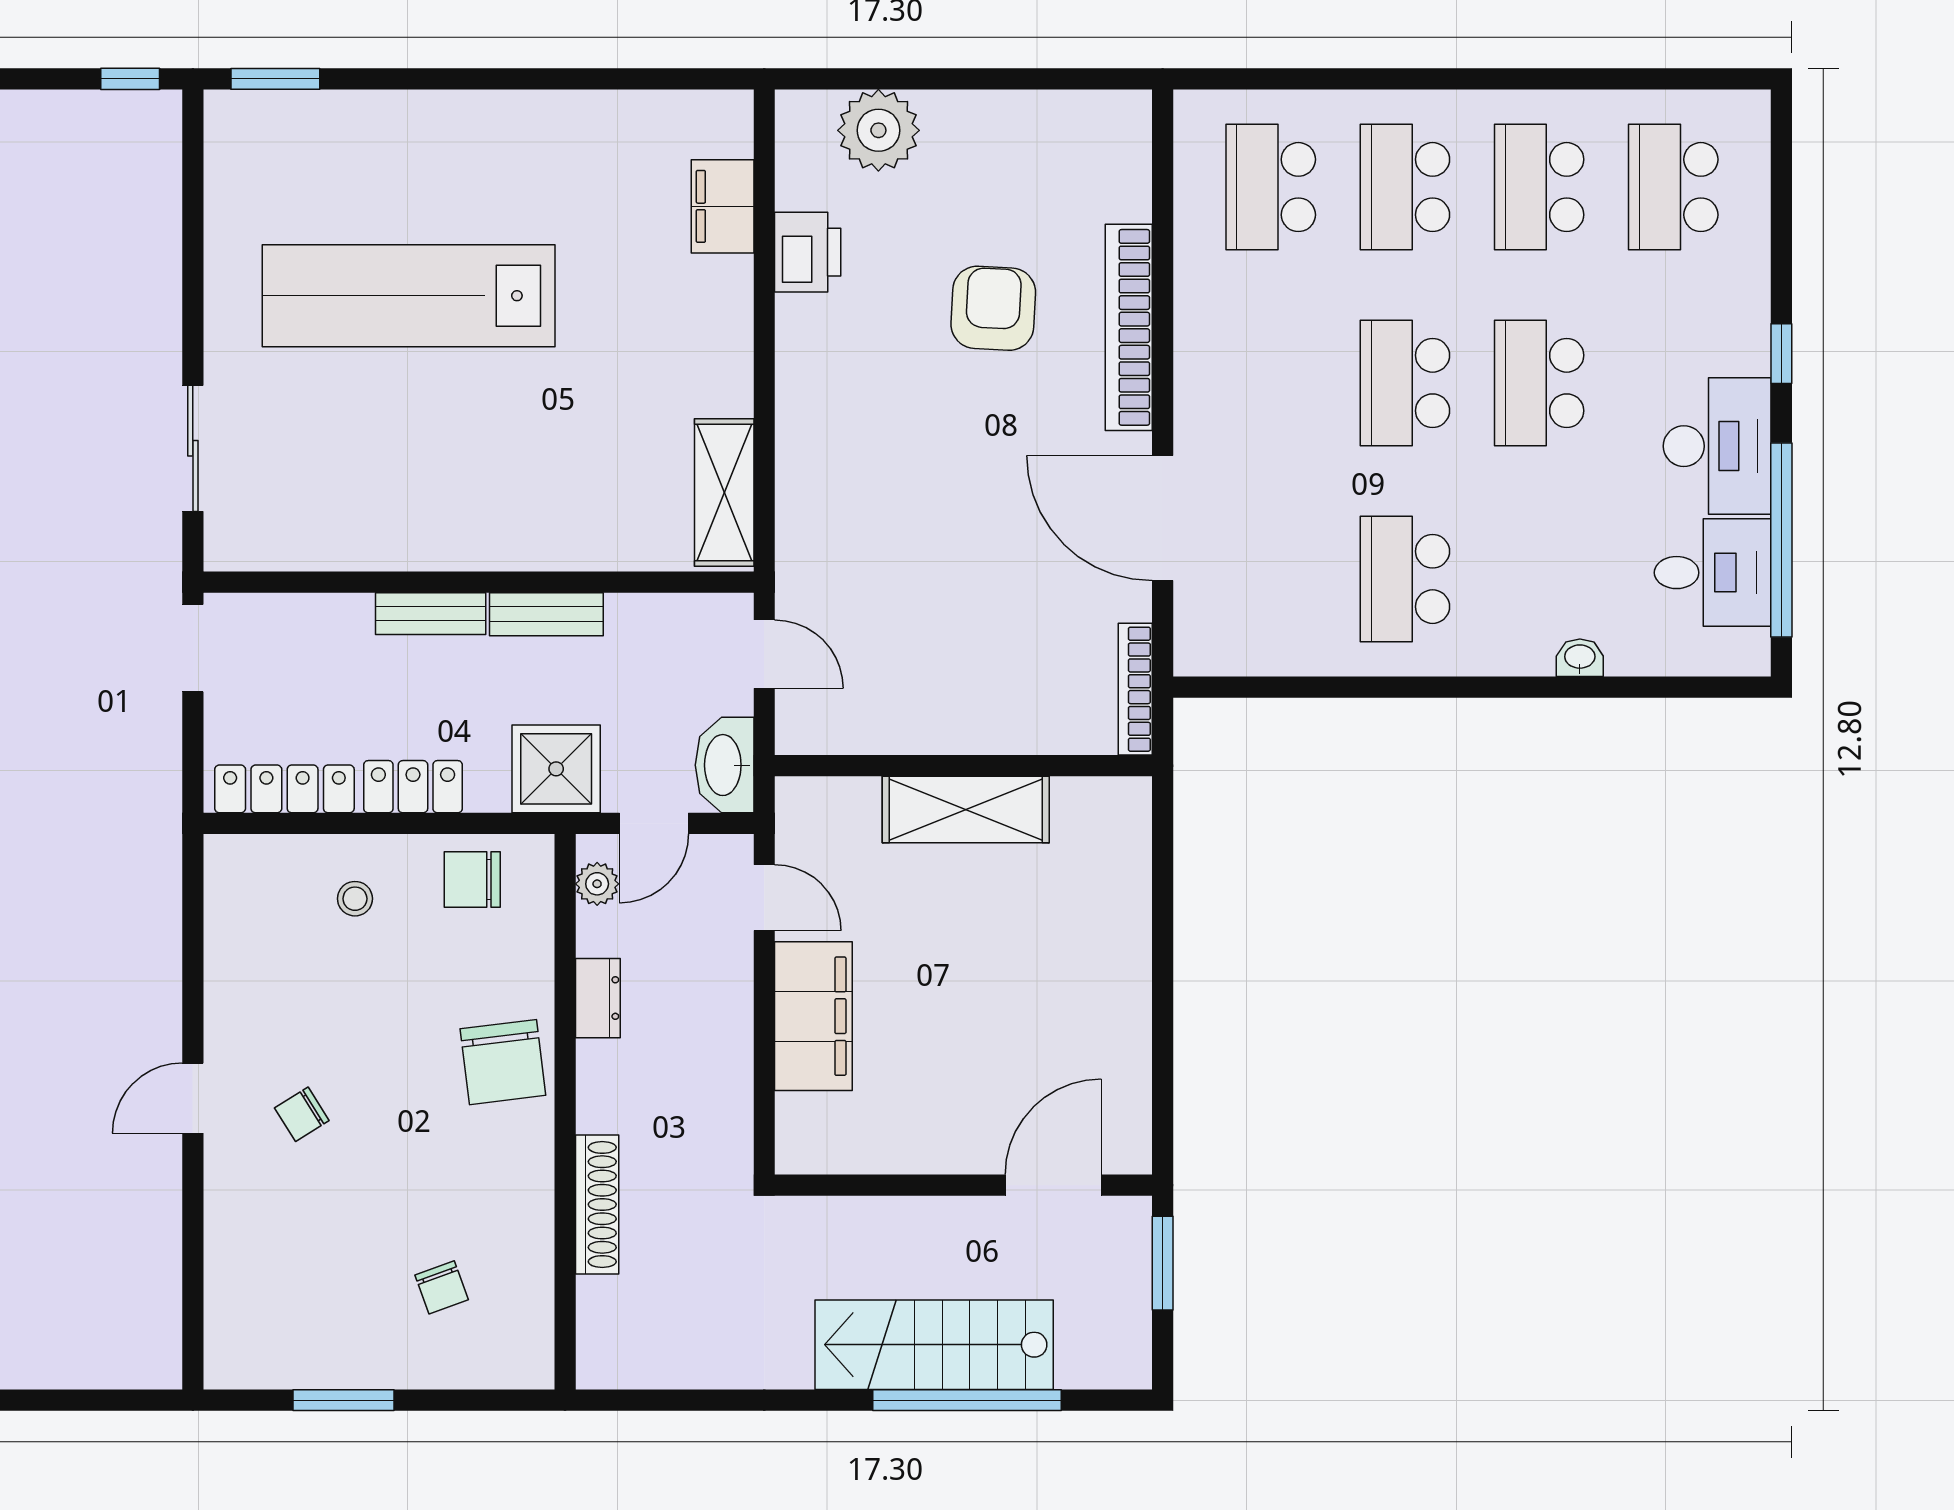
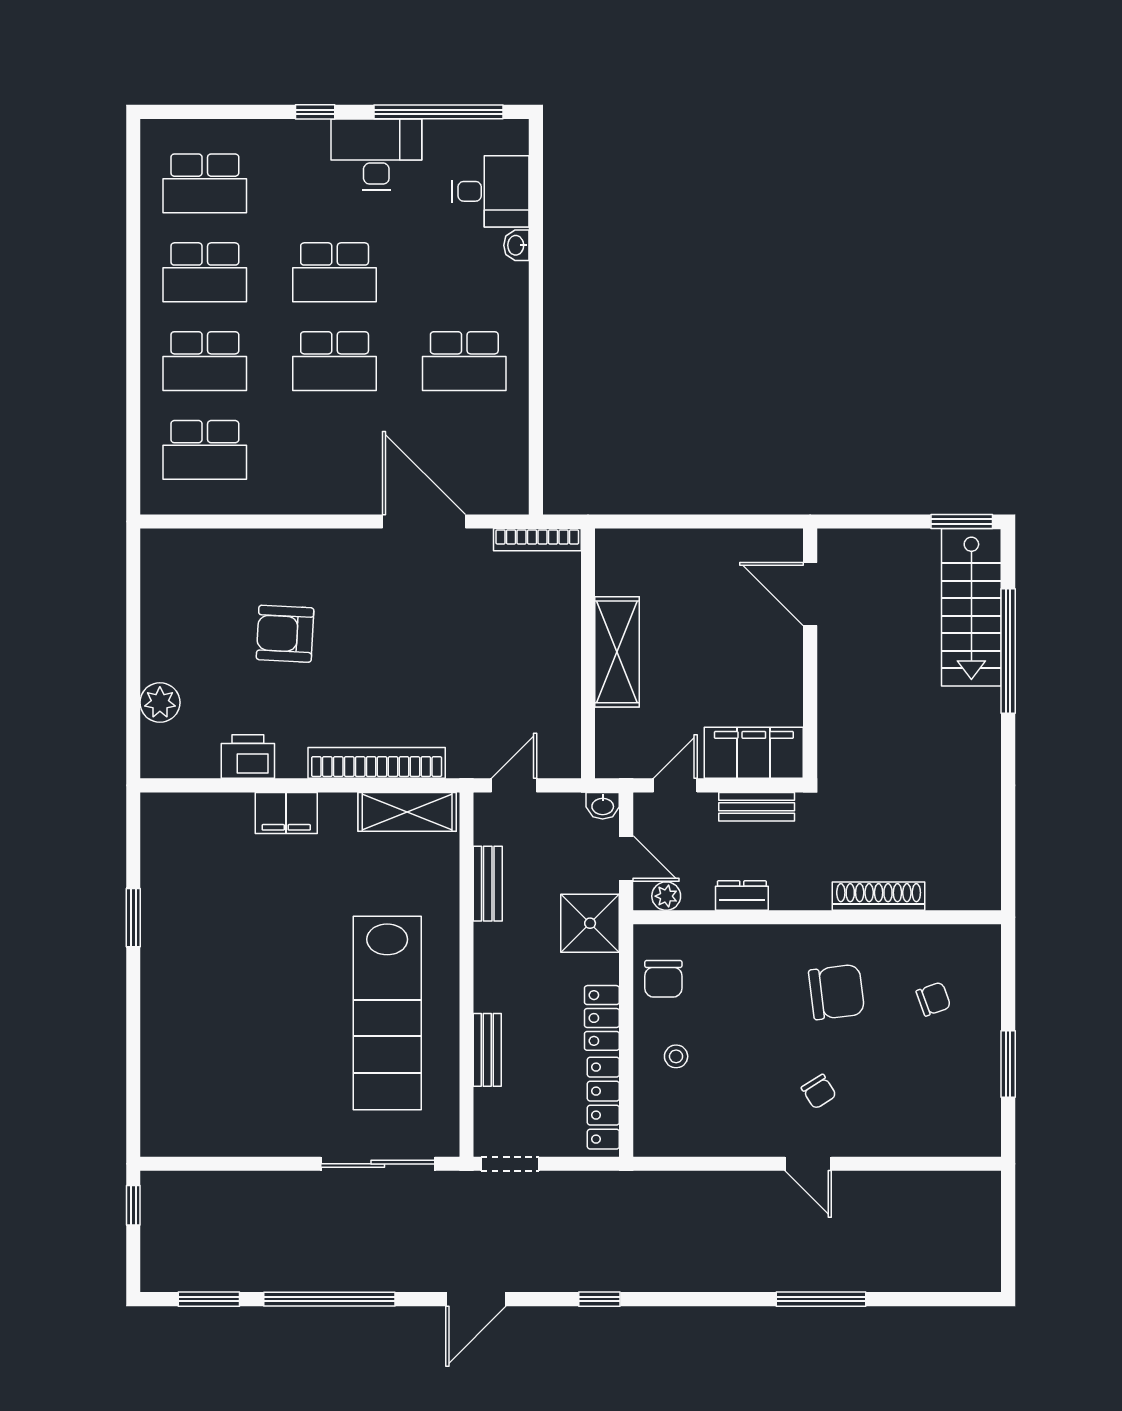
window: (275, 79) -> (133, 918), moved
plant: (878, 130) -> (160, 702), width x0.73, depth x0.73
filing cabinet: (723, 206) -> (286, 813), moved
lab bench: (409, 296) -> (387, 1013), moved
bookcase: (1129, 327) -> (377, 763), moved, turned 180
sliding door: (193, 448) -> (378, 1164), width x1.37
door: (1163, 518) -> (424, 522), swing flipped
desk: (1713, 573) -> (490, 191), moved, turned 90
bench: (431, 614) -> (487, 1050), moved
bench: (546, 614) -> (488, 884), moved
washbasin: (725, 765) -> (603, 806), width x0.52, depth x0.69
bench: (732, 1020) -> (757, 807), added
chair: (503, 1062) -> (837, 992), moved
wall: (963, 1185) -> (810, 653), moved
door: (1053, 1185) -> (810, 594), moved
window: (1163, 1263) -> (962, 522), moved
stairs: (934, 1345) -> (971, 607), moved

